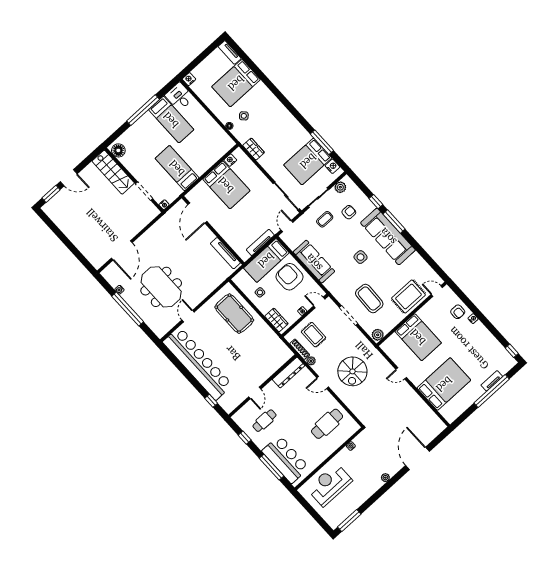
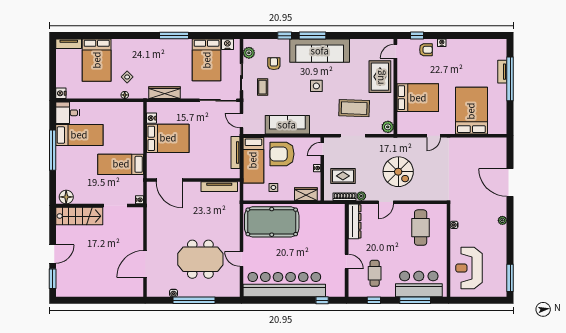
window: (322, 142) -> (174, 36), moved
wardrobe: (254, 149) -> (165, 93), width x1.50
door: (122, 250) -> (145, 264), swing flipped
pool table: (234, 314) -> (272, 222), width x1.36, depth x1.32
window: (512, 351) -> (417, 36), moved

